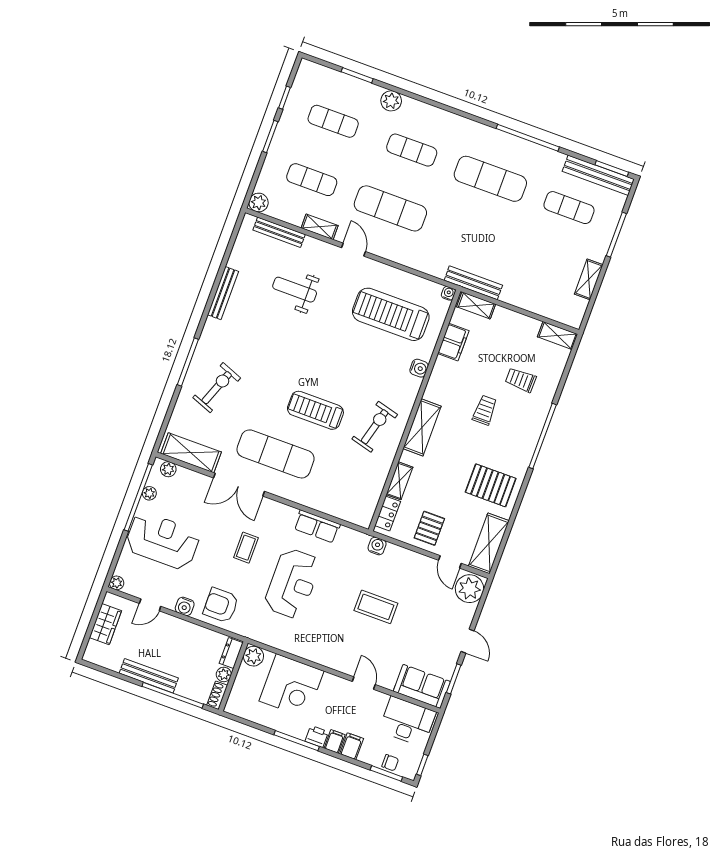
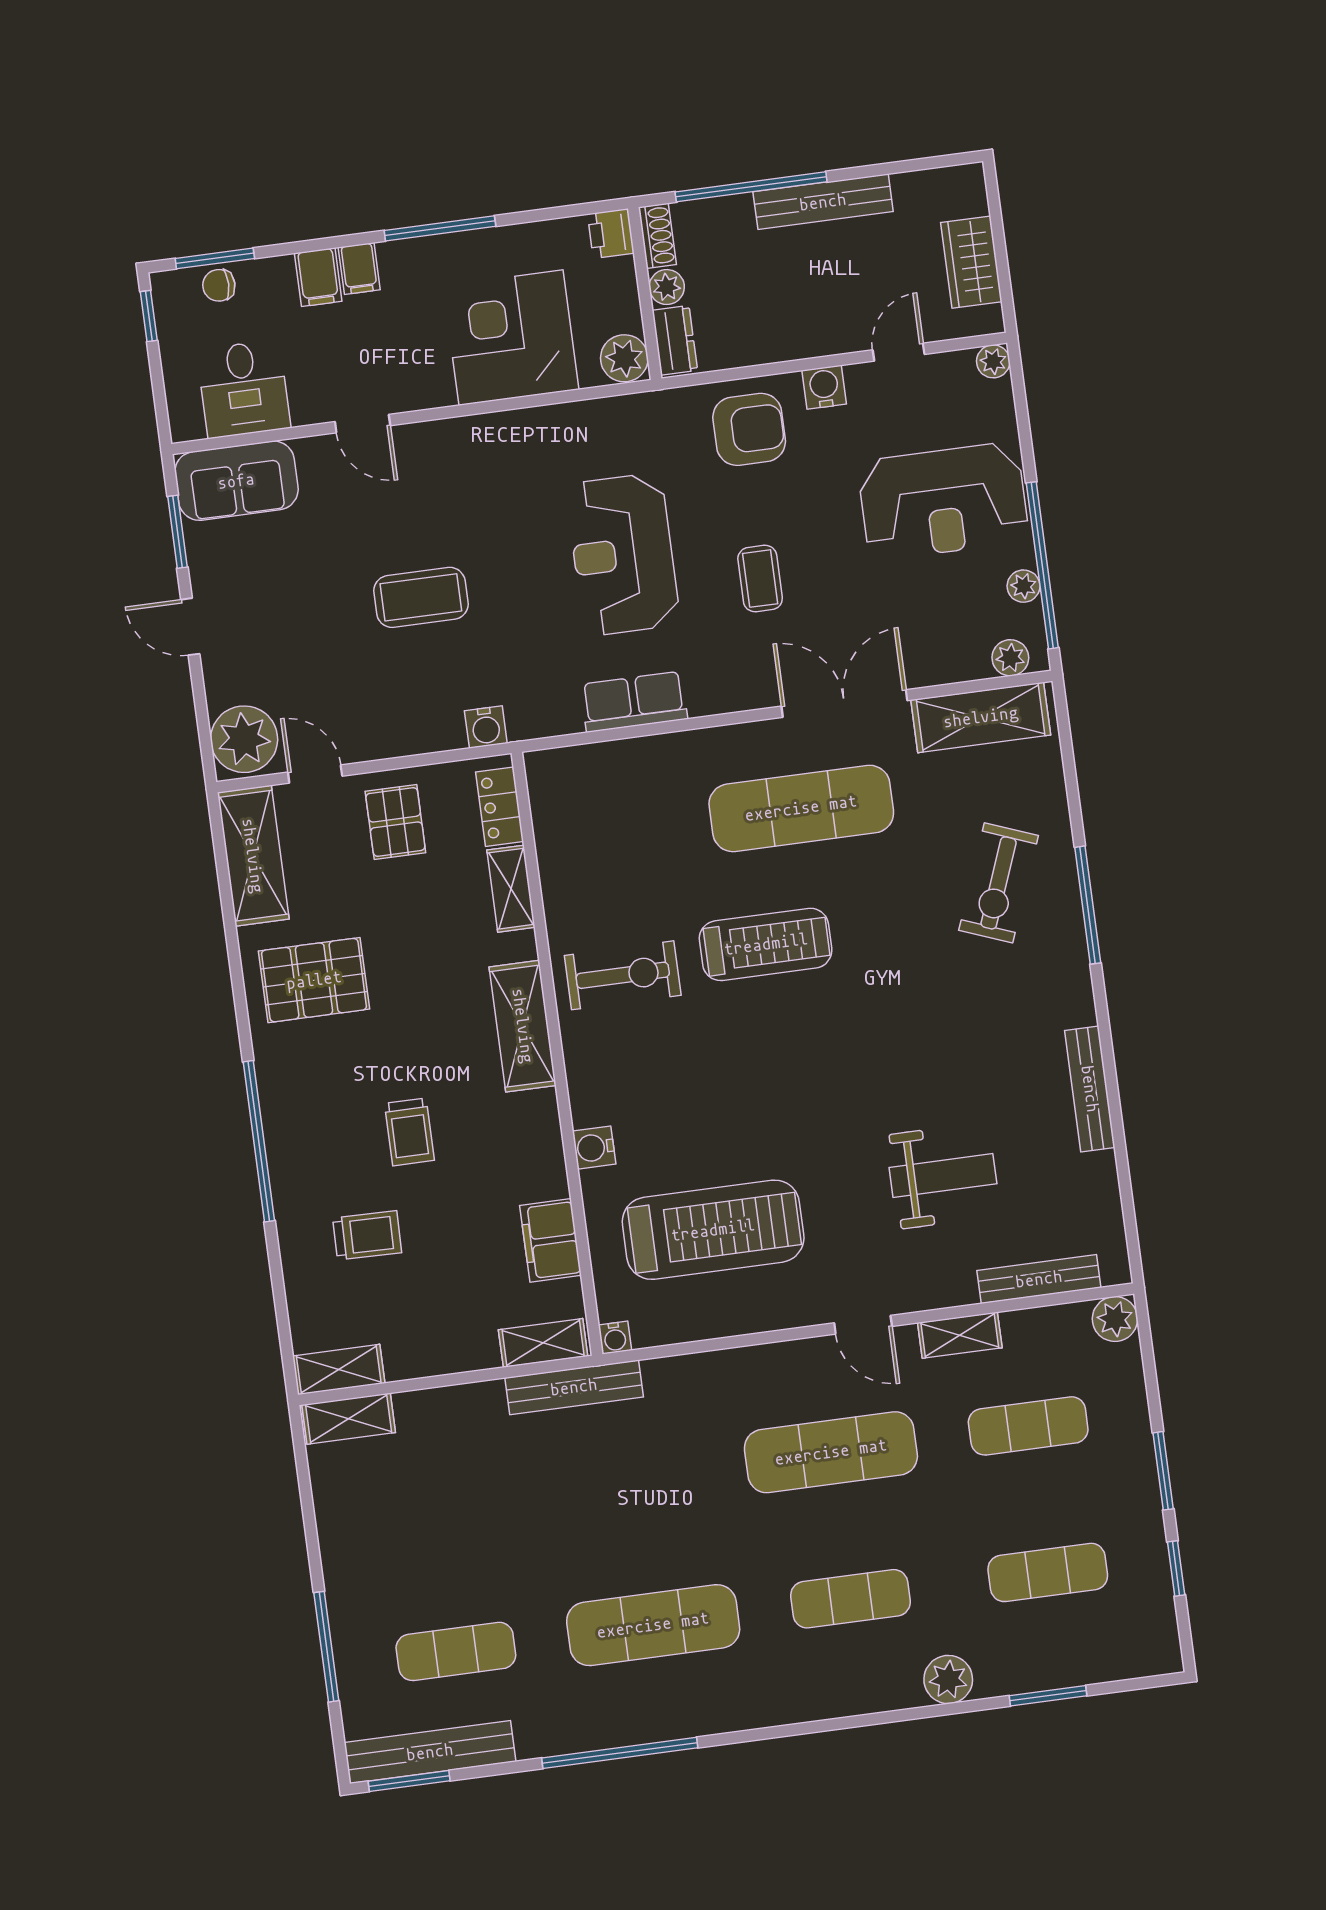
shelving: (589, 279) -> (349, 1419), moved, turned 90
exercise bike: (375, 427) -> (623, 975), turned -105
desk: (407, 722) -> (244, 389), width x0.73
printer: (317, 736) -> (611, 234), moved, turned 90

